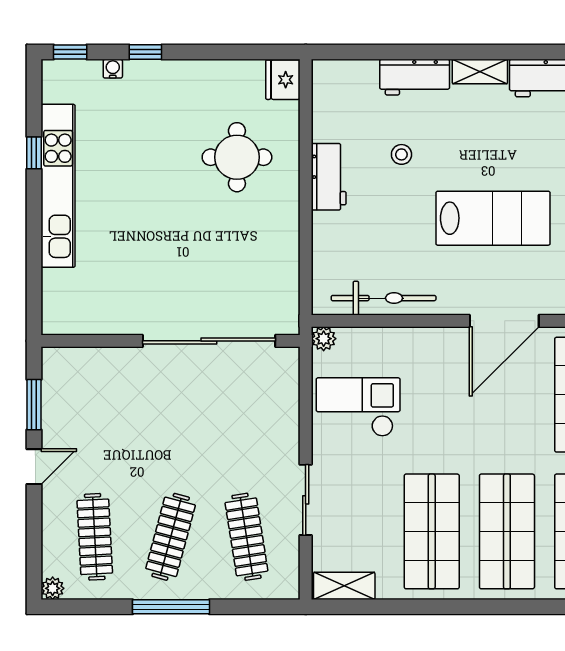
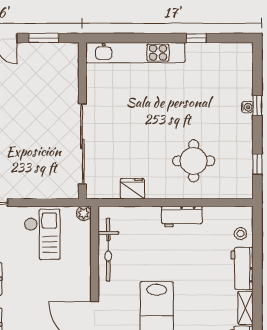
window: (70, 52) -> (257, 164), moved
water cooler: (113, 69) -> (247, 107), moved
fridge: (283, 80) -> (132, 189), moved
stool: (401, 154) -> (240, 234), moved
kitchen unit: (58, 186) -> (135, 53), moved

